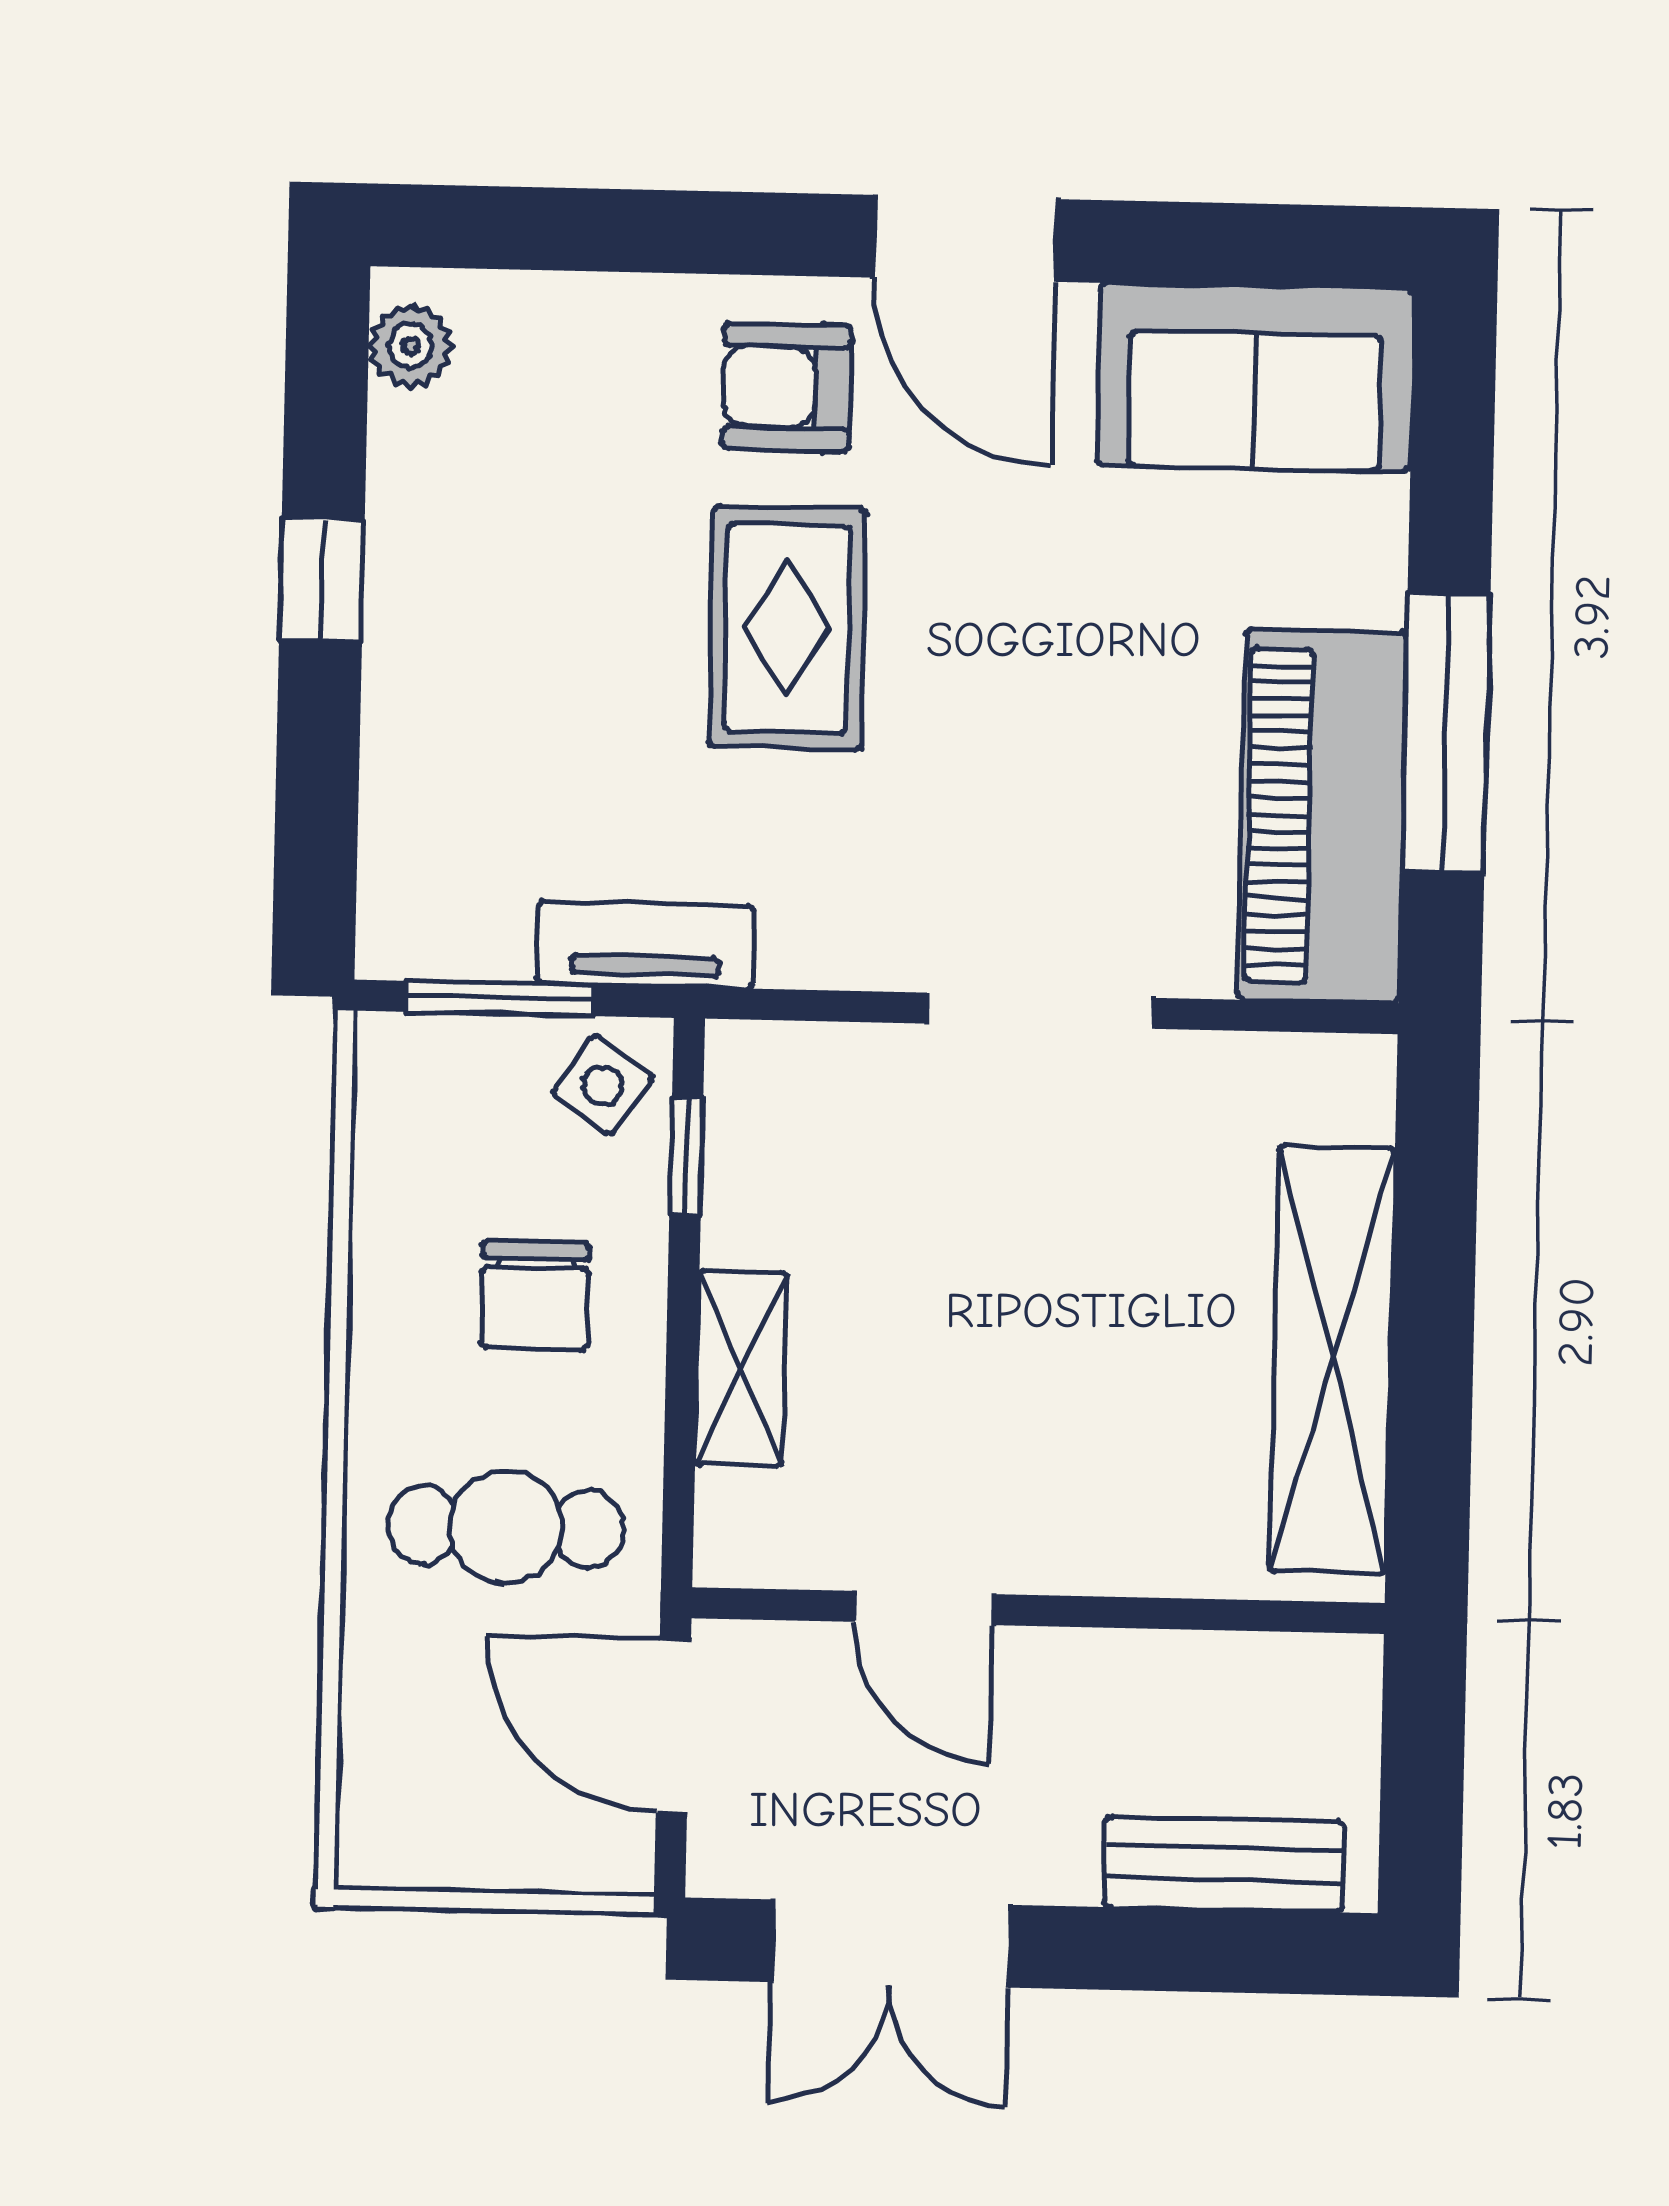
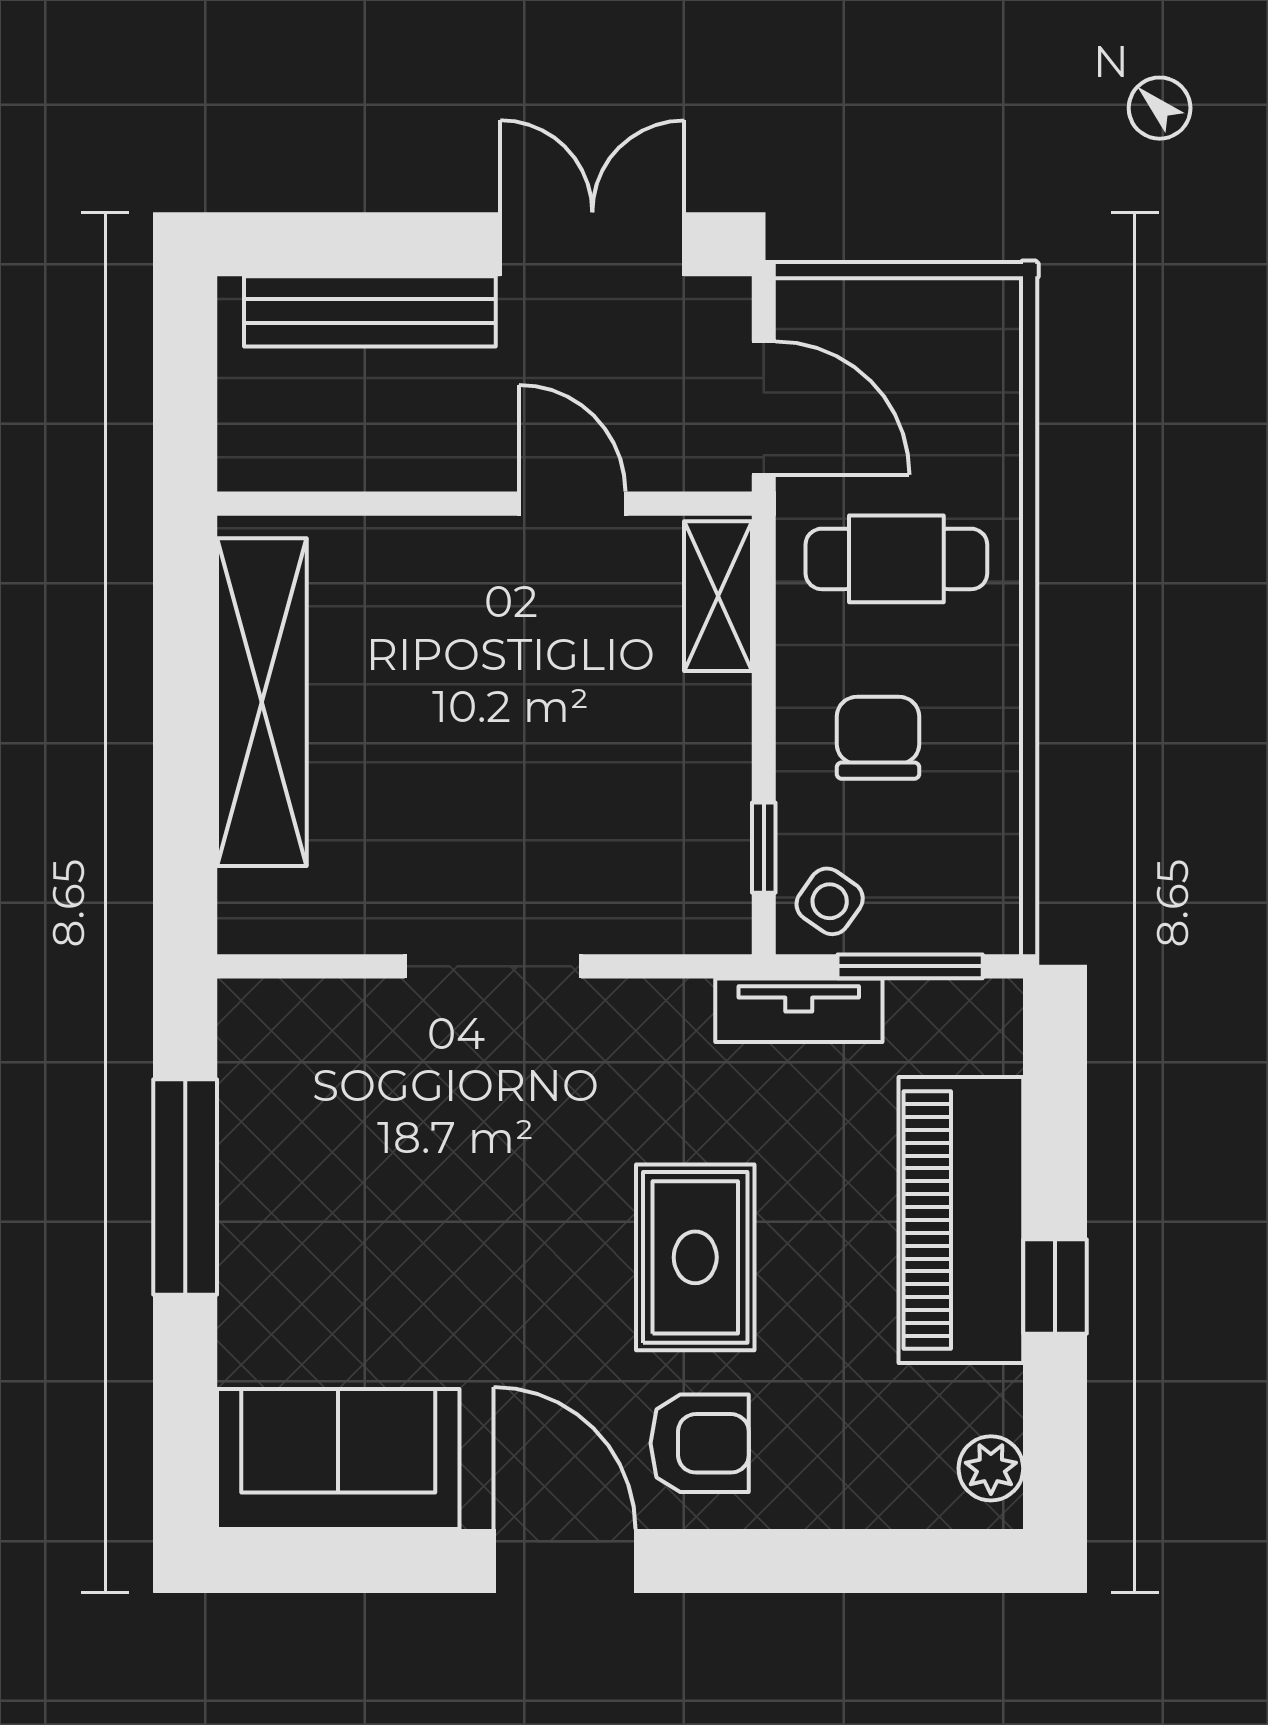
piano: (1322, 816) -> (961, 1220), moved, turned 180
shelving: (741, 1369) -> (718, 596), moved
bench: (1224, 1864) -> (370, 311), width x1.36

